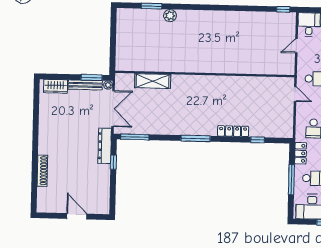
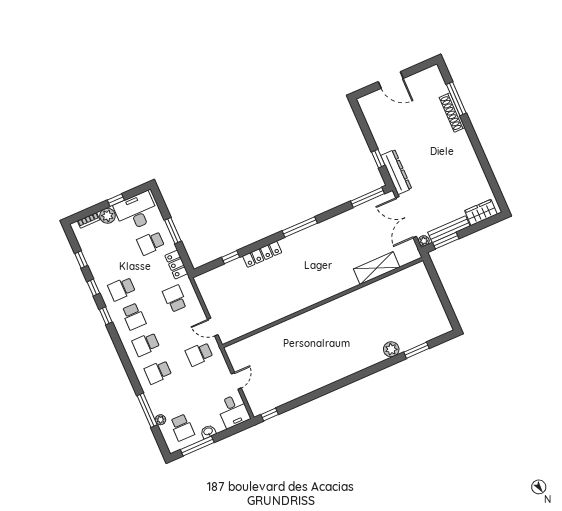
window: (34, 180) -> (456, 99), added
window: (291, 180) -> (173, 231), width x0.69

